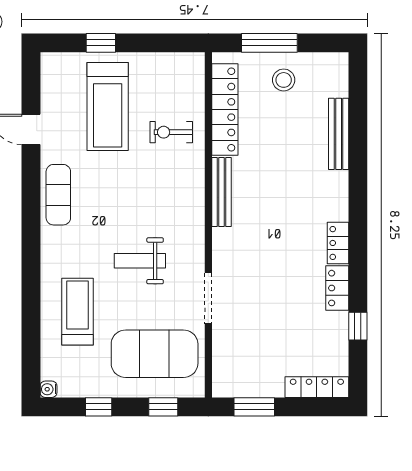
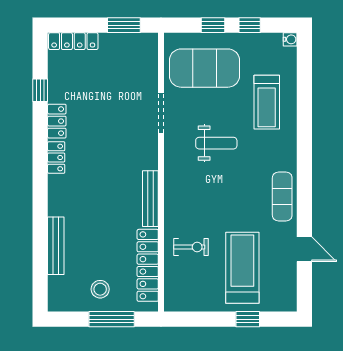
window: (163, 407) -> (213, 25), moved

